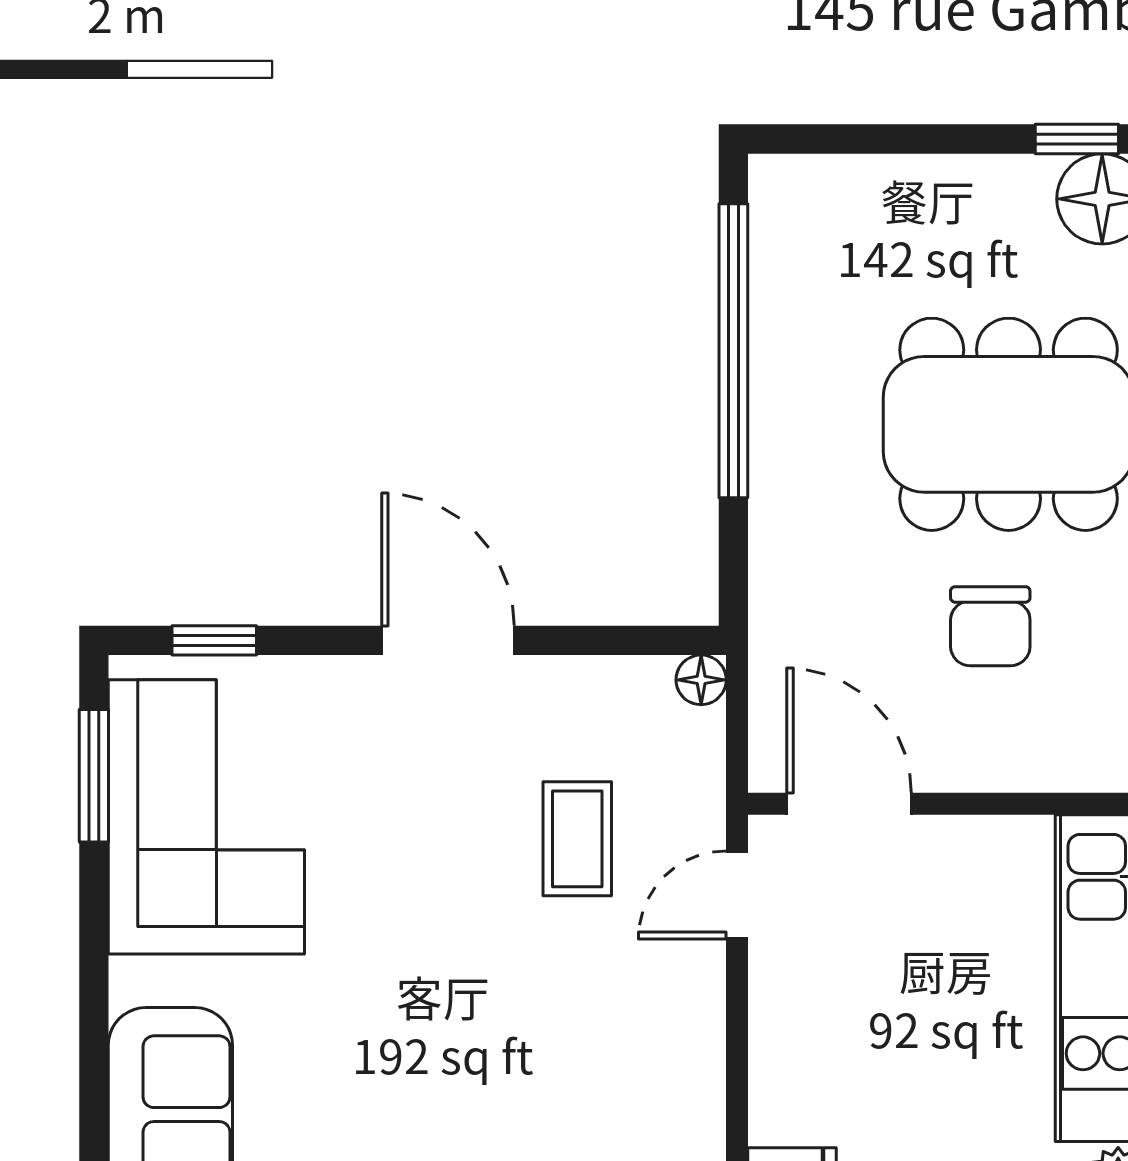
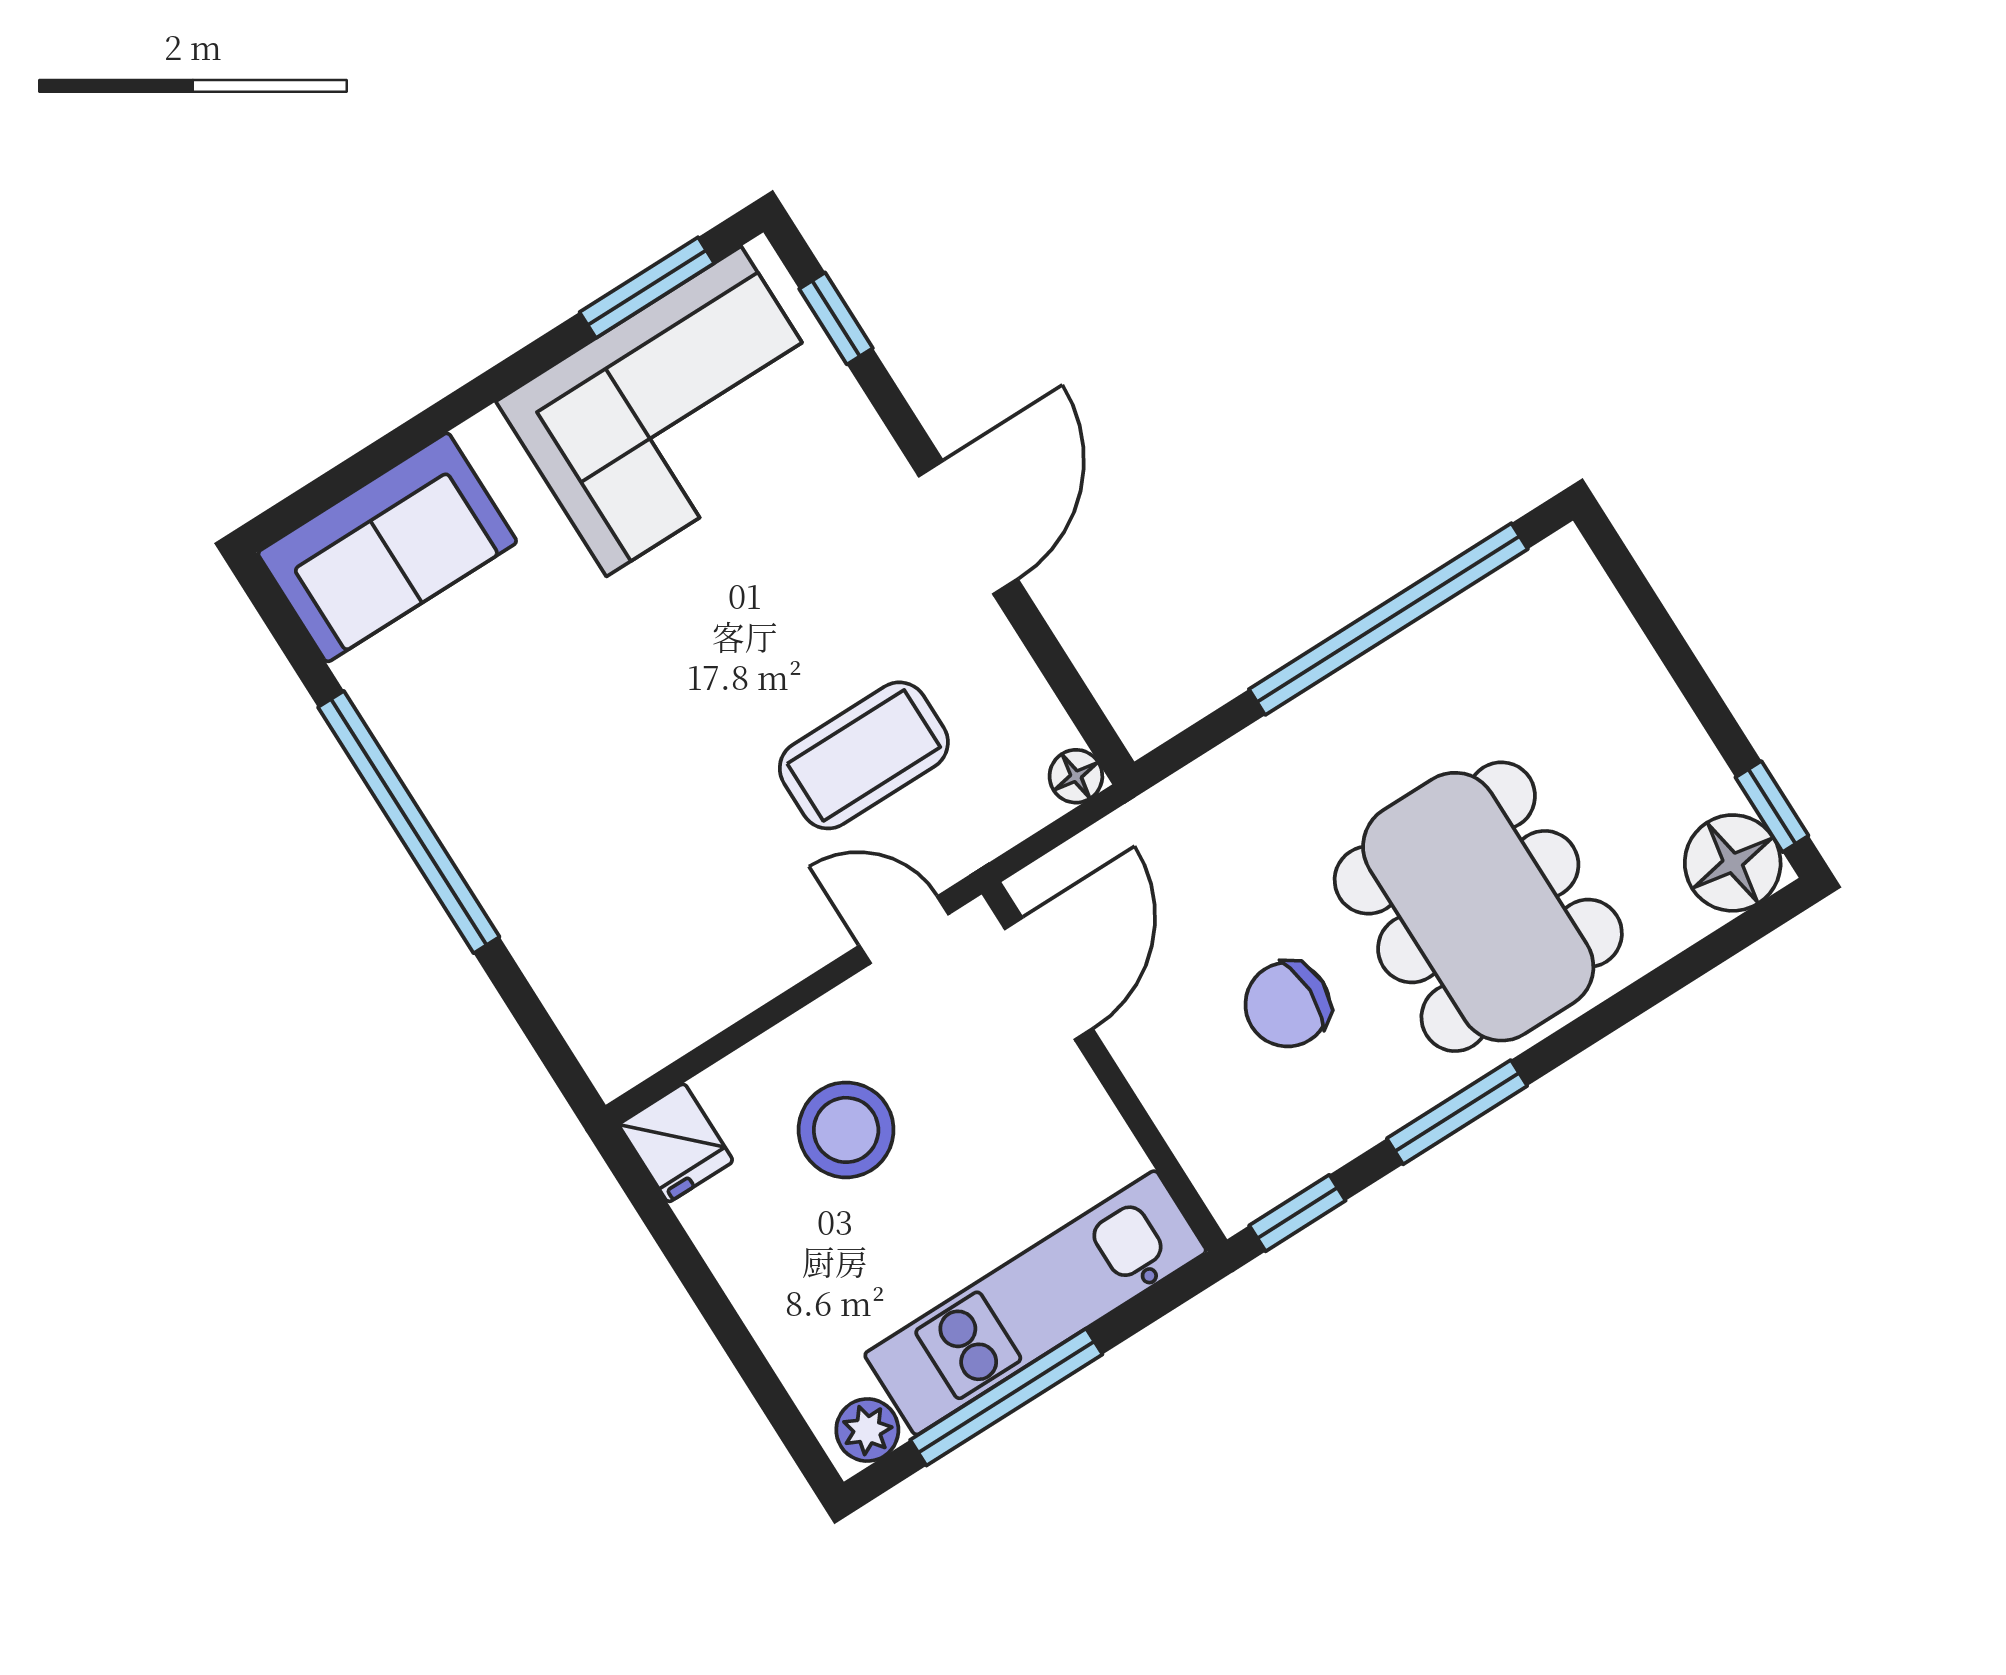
coffee table: (577, 839) -> (864, 755), width x1.36, depth x1.30
stool: (868, 1042) -> (846, 1130), added

